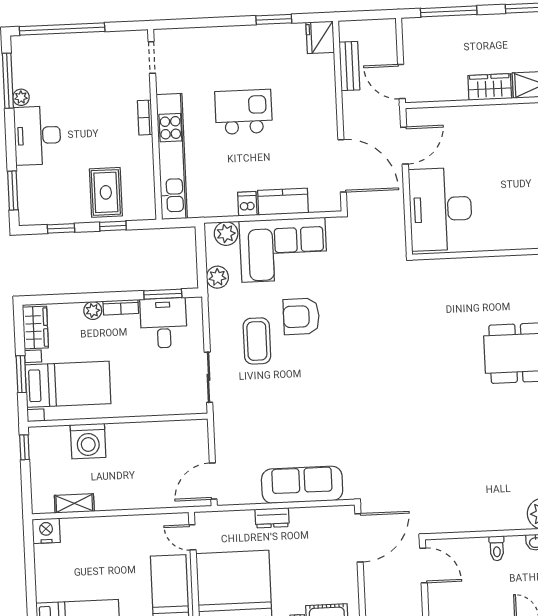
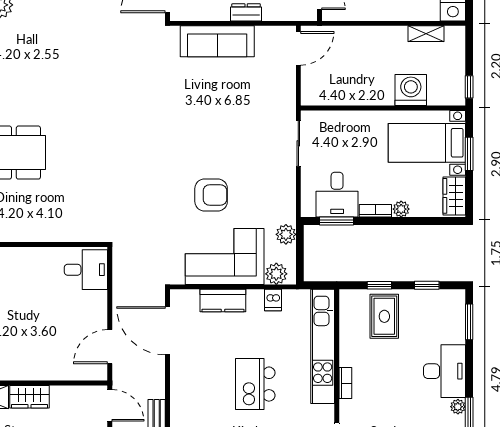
kitchen island: (244, 112) -> (255, 384), turned 90
dishwasher: (247, 204) -> (273, 300), moved
desk: (441, 209) -> (86, 270), width x0.53, depth x0.77
coffee table: (257, 341) -> (253, 174), removed

